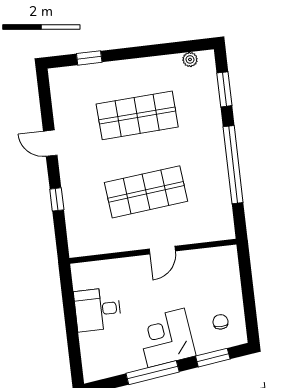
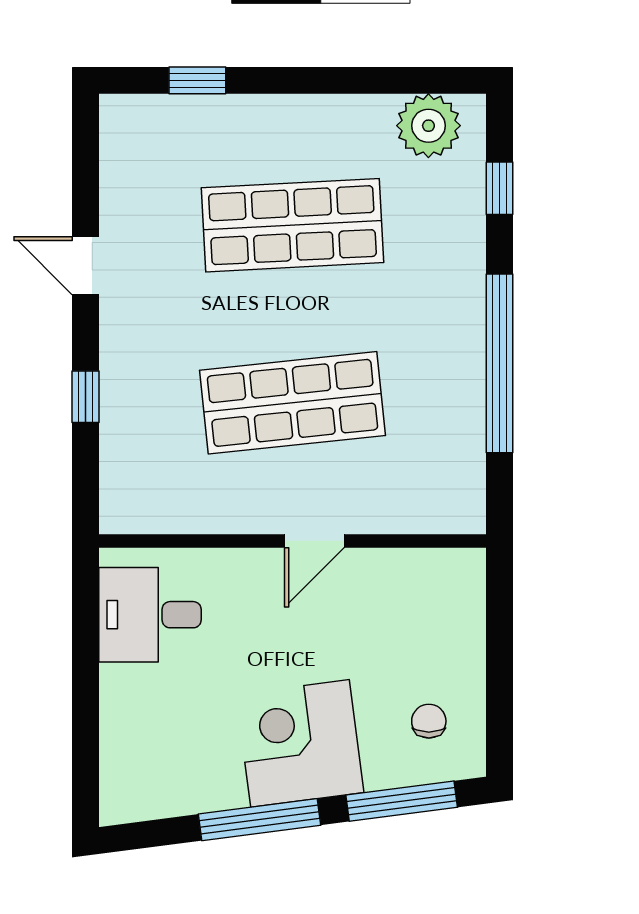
plant: (190, 59) -> (428, 126), width x1.88, depth x1.88
window: (224, 89) -> (499, 188), width x0.67
desk: (98, 309) -> (150, 615), moved
window: (213, 358) -> (402, 801), width x1.44

